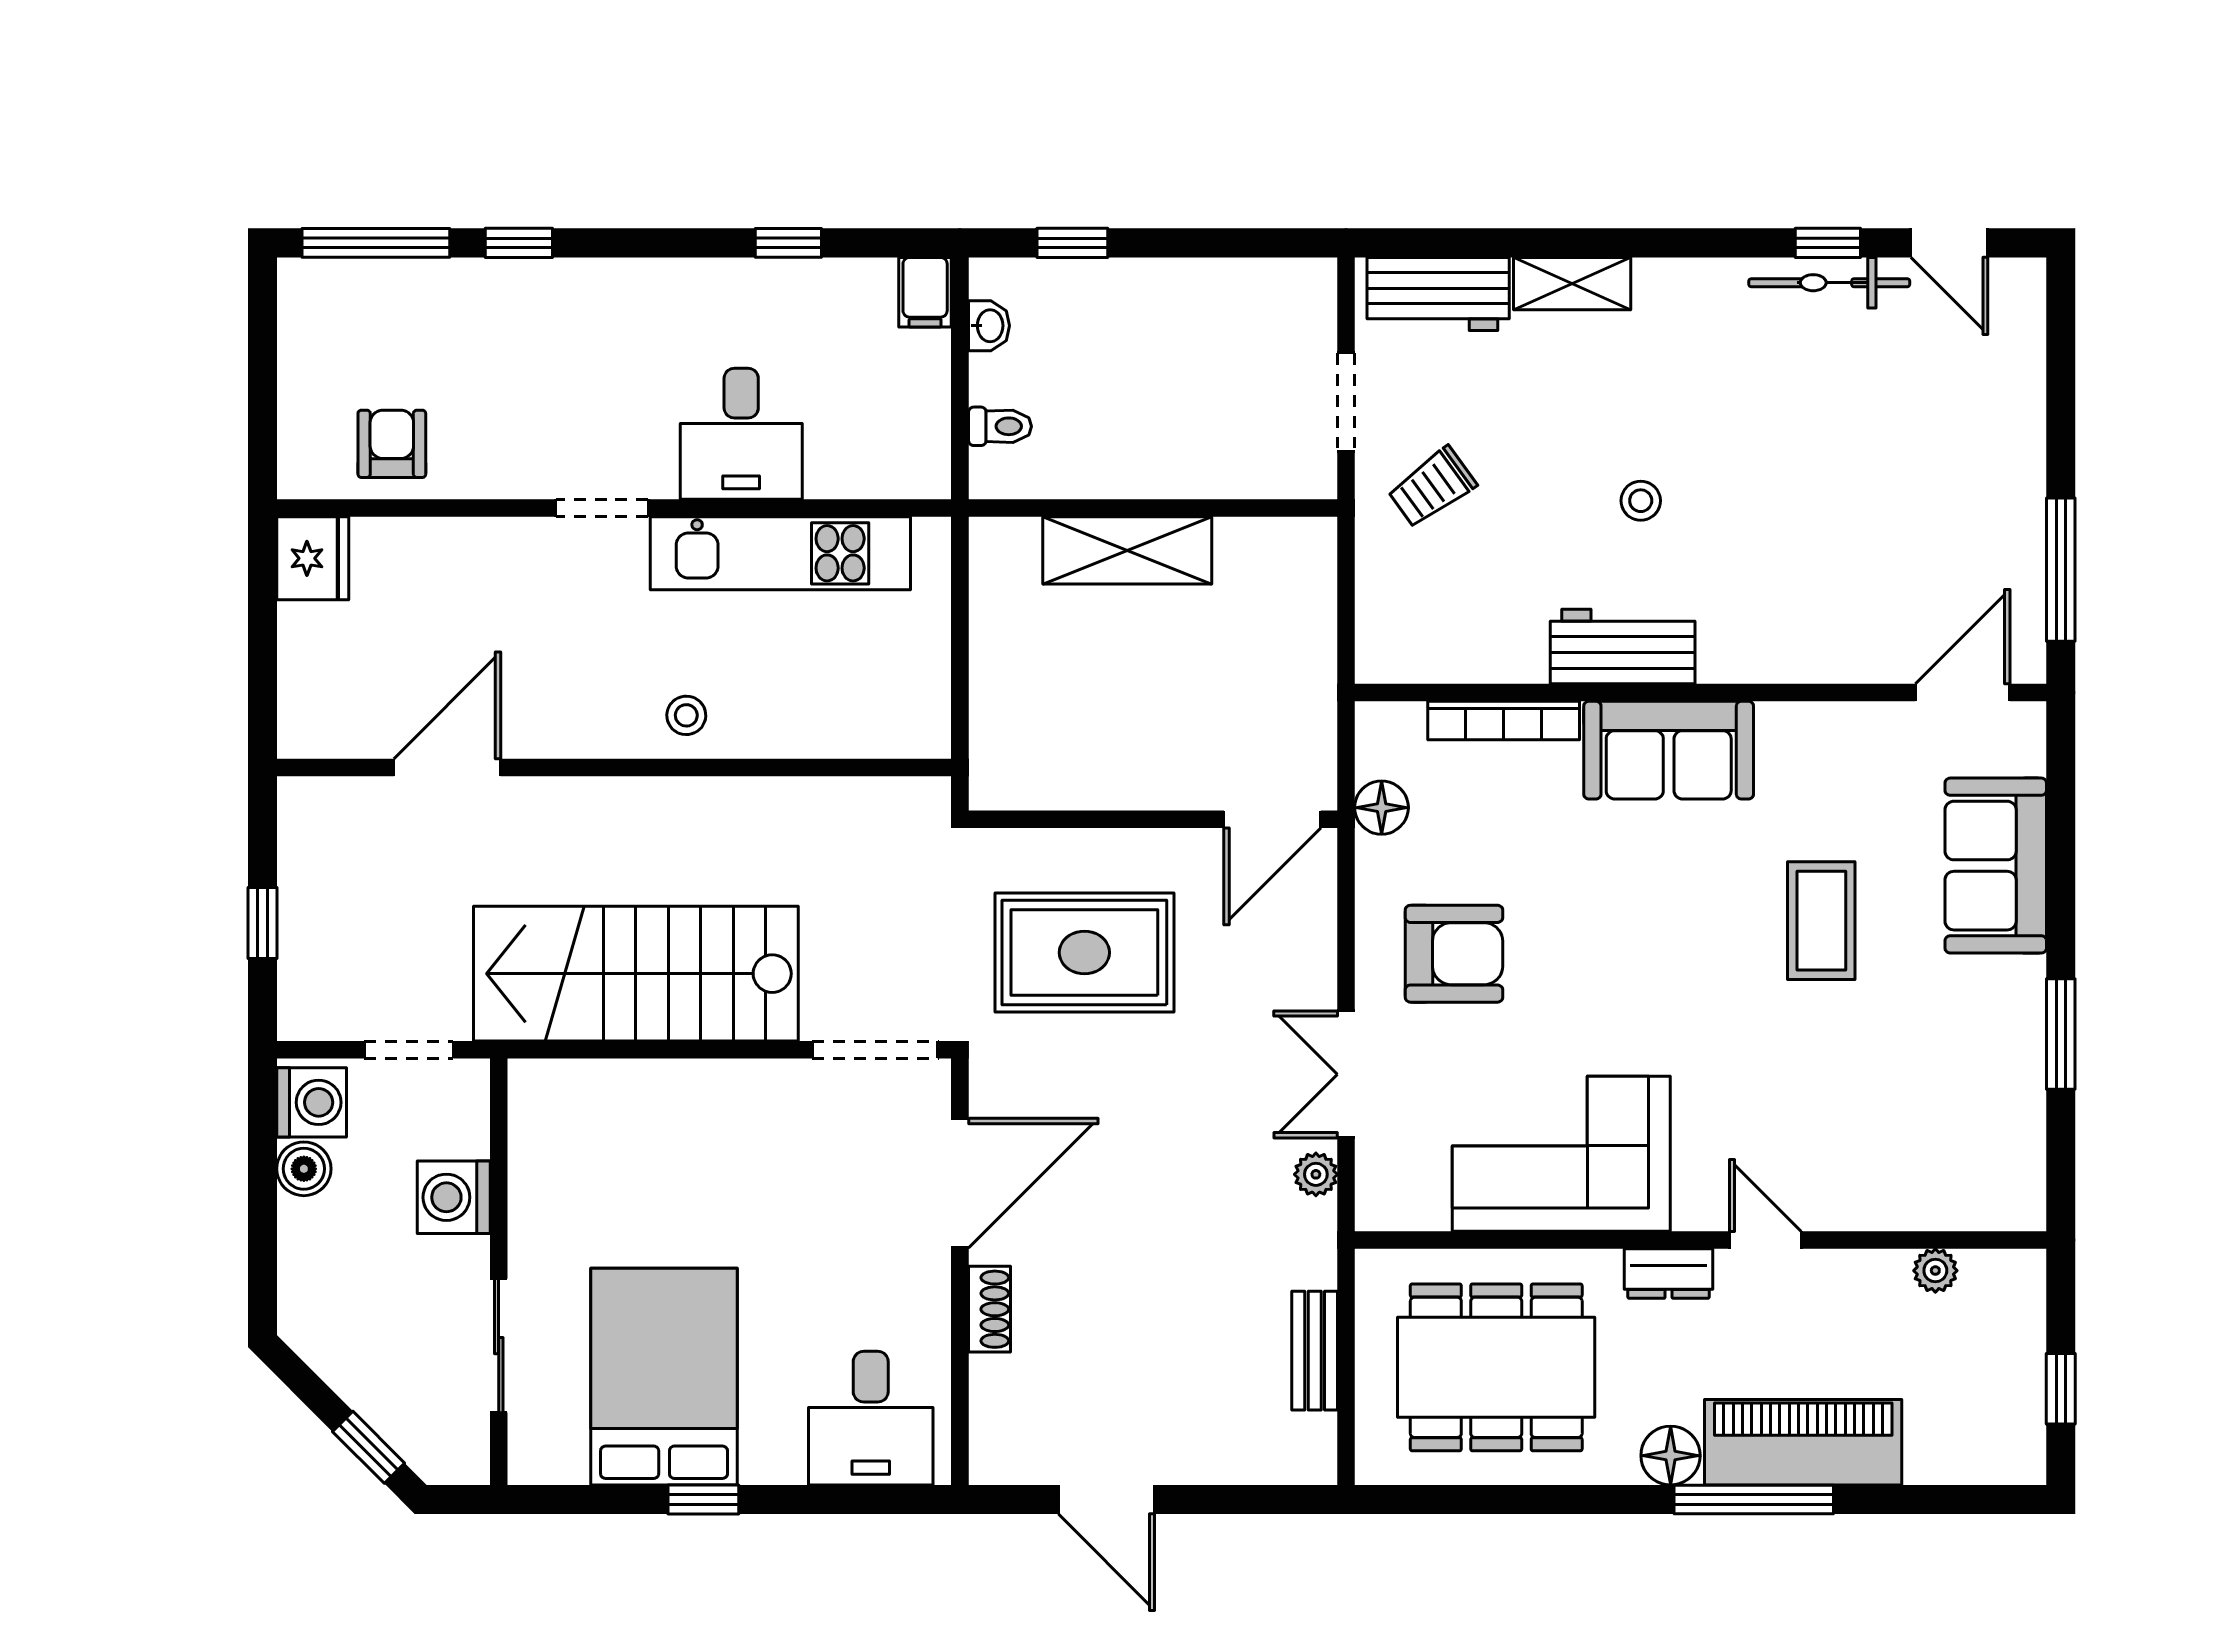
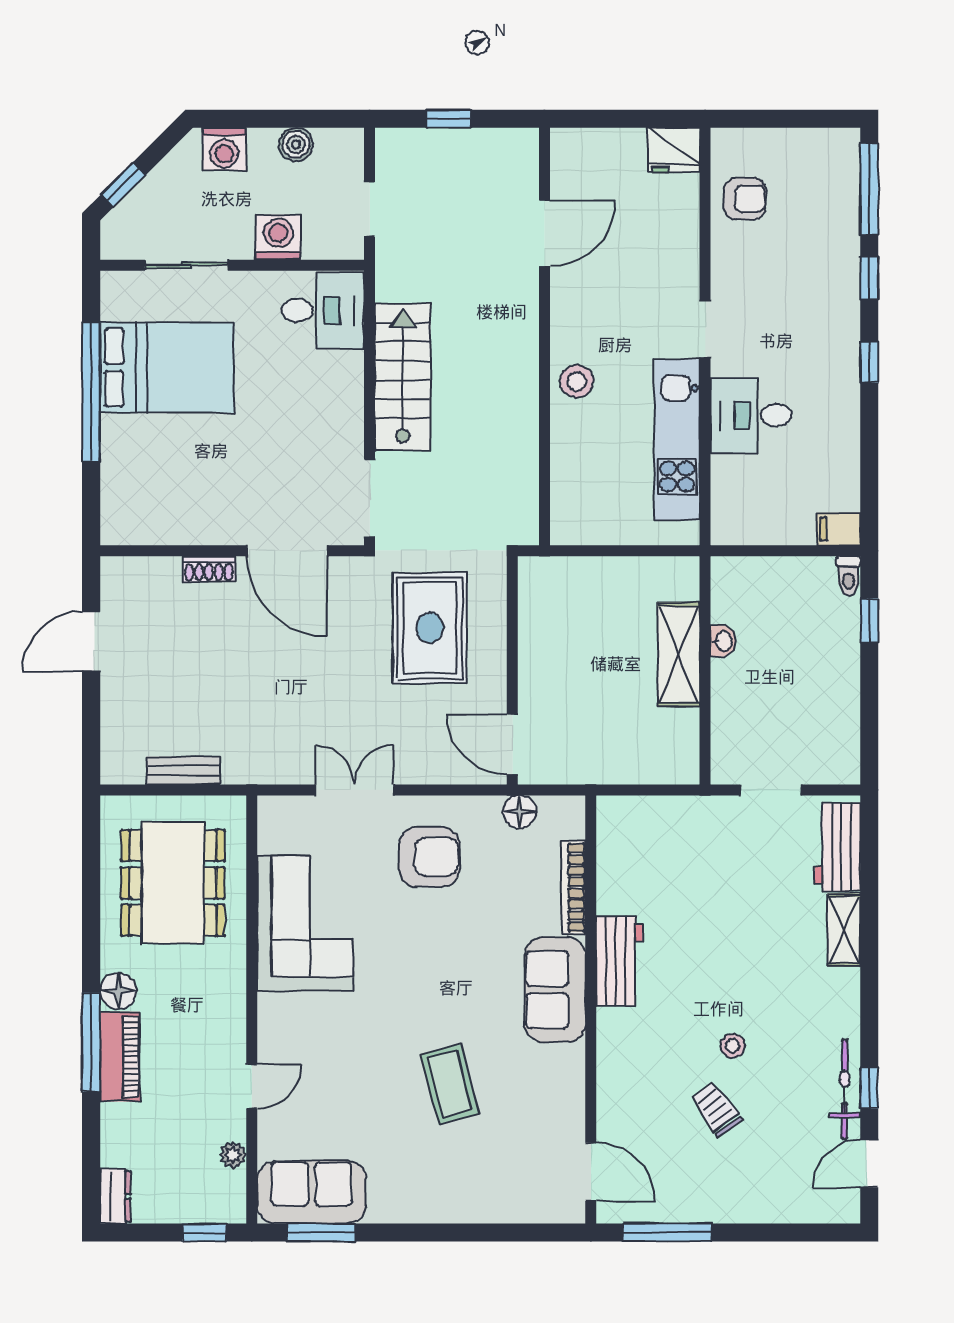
window: (788, 243) -> (869, 362), moved
washbasin: (989, 326) -> (723, 641), moved, turned -90
toilet: (1000, 426) -> (848, 576), moved
trolley: (1432, 487) -> (716, 1109), moved
stool: (1641, 501) -> (733, 1046), moved
stool: (686, 715) -> (577, 381), width x1.37, depth x1.37
door: (447, 767) -> (544, 233), hinge flipped
sofa: (1996, 866) -> (312, 1192), moved
coffee table: (1821, 921) -> (450, 1084), turned 75
armchair: (1454, 954) -> (429, 857), turned -90
stairs: (636, 974) -> (403, 377), width x0.73, depth x0.66
window: (2061, 1034) -> (321, 1233), moved
washing machine: (312, 1102) -> (224, 149), moved
plant: (1316, 1174) -> (292, 771), removed
door: (1765, 1240) -> (252, 1086), moved
dresser: (1669, 1274) -> (115, 1196), moved, turned 180
window: (2061, 1389) -> (204, 1233), moved
desk: (871, 1418) -> (323, 310), moved, turned 180
piano: (1803, 1442) -> (120, 1057), width x0.73, depth x0.75
window: (703, 1499) -> (91, 392), width x3.17

